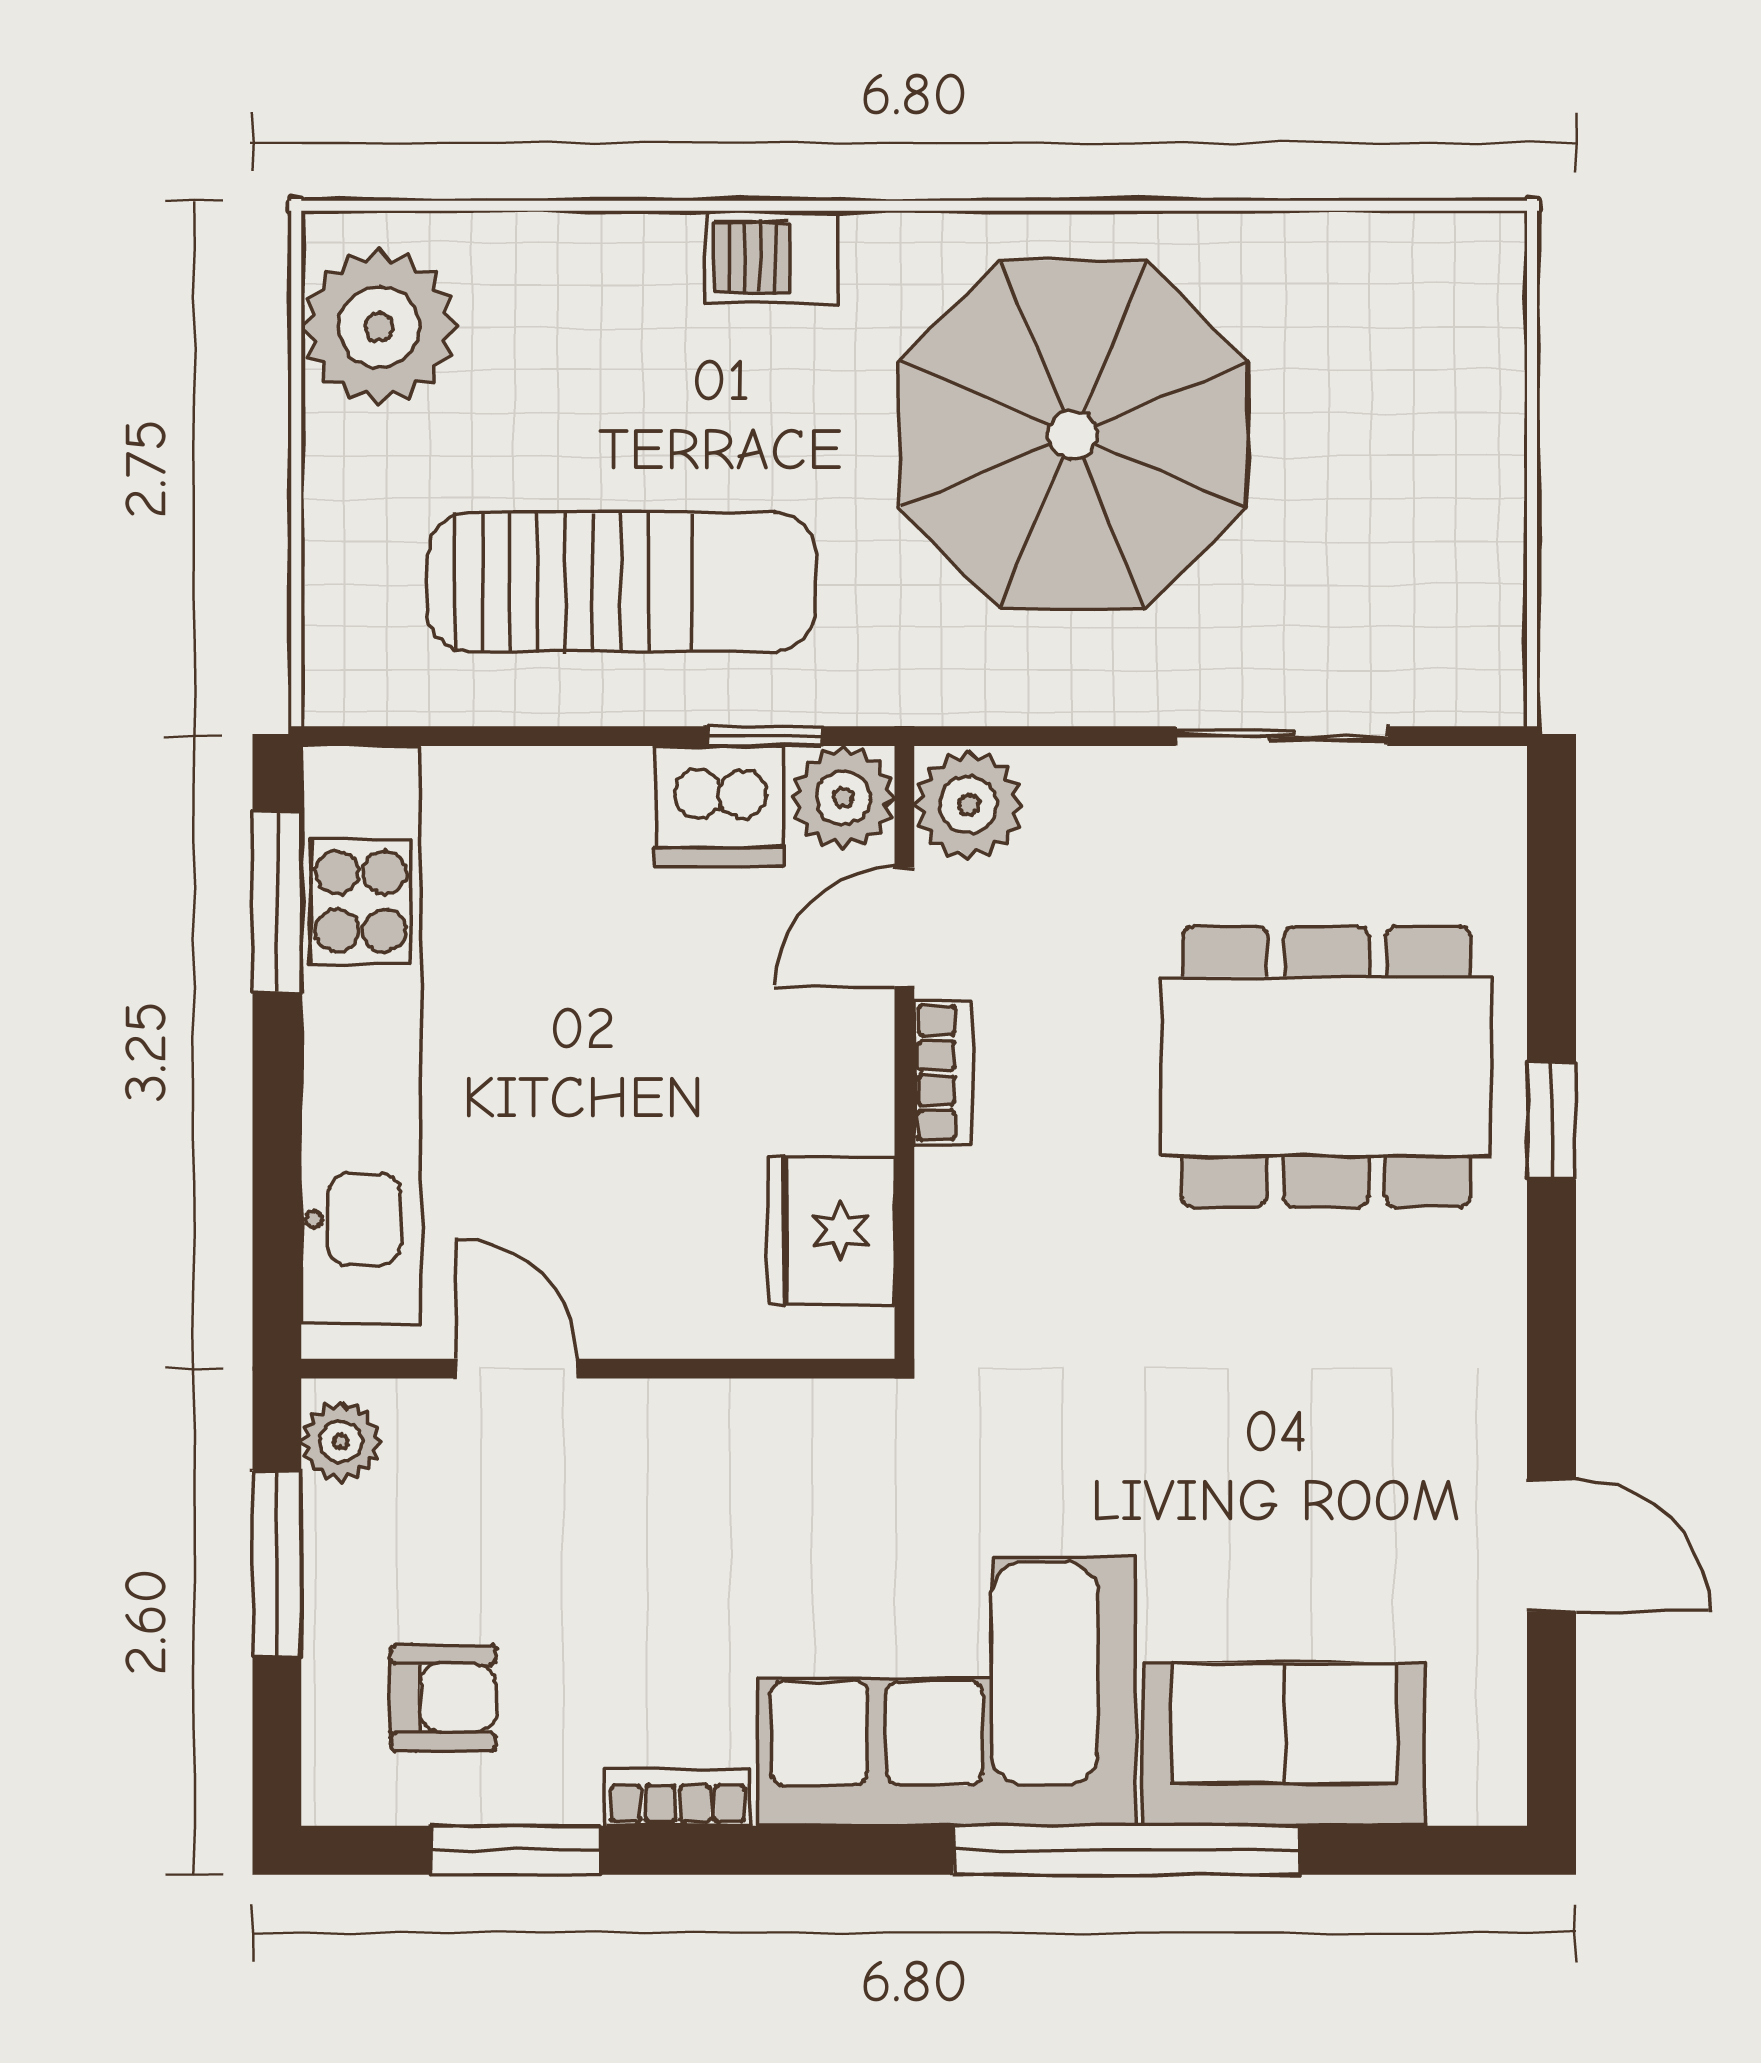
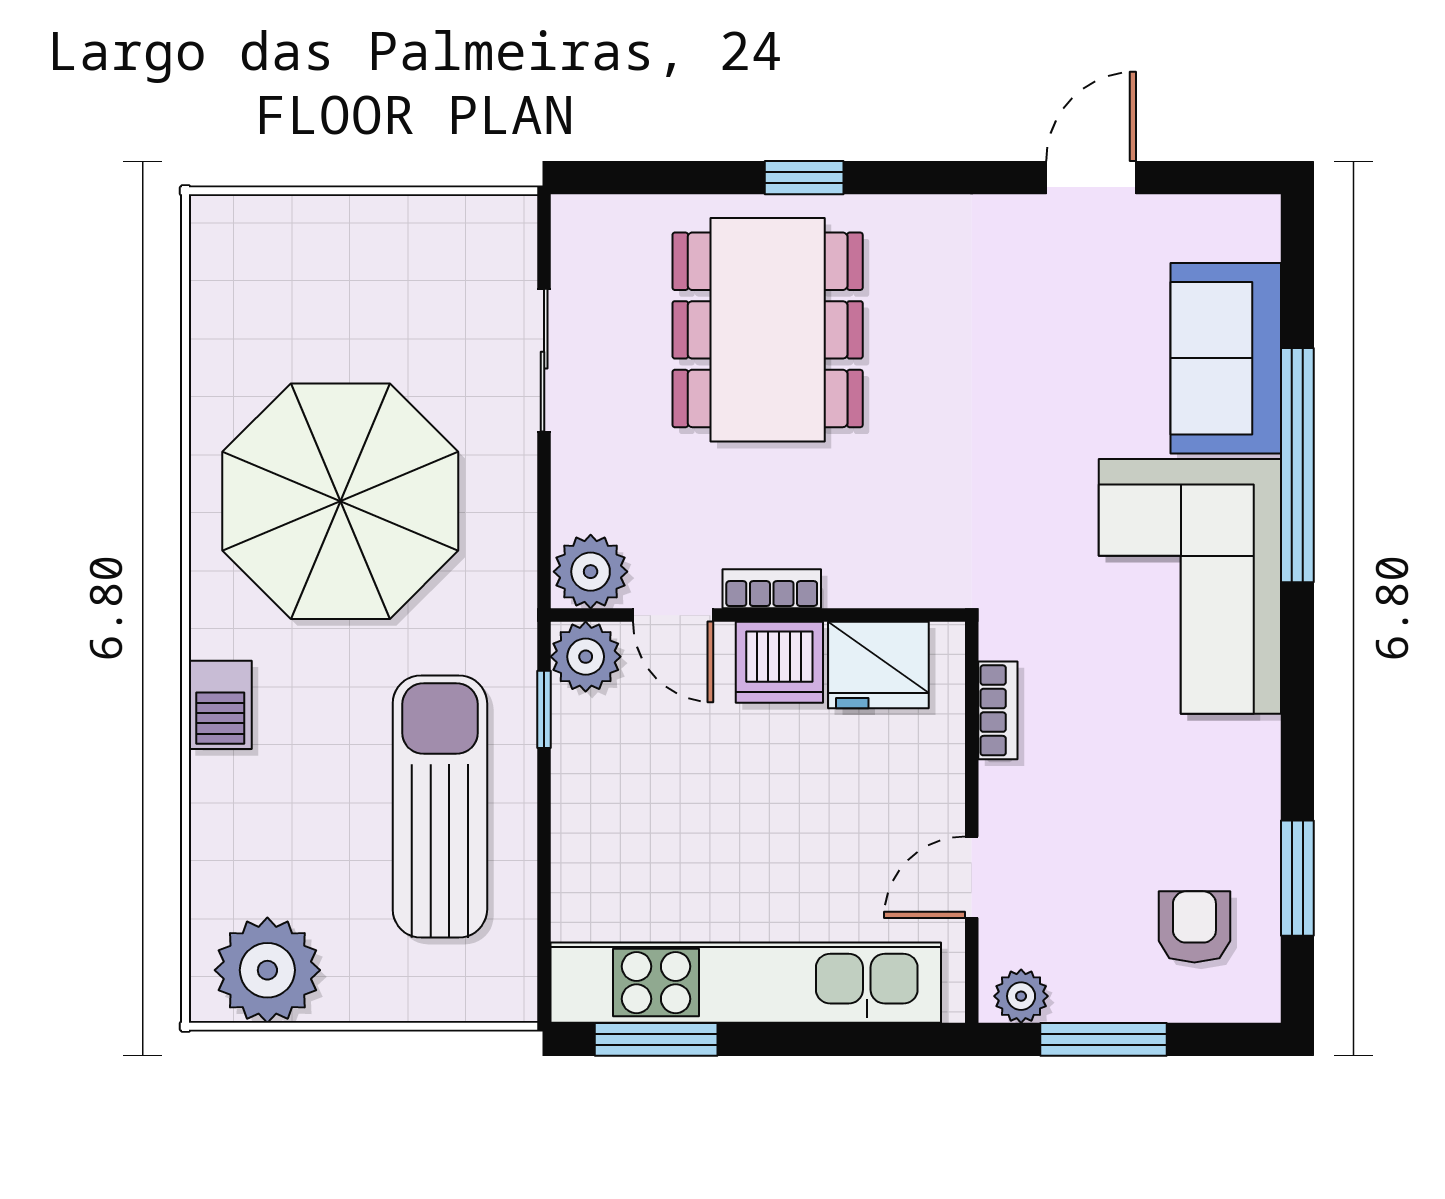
dishwasher: (719, 806) -> (779, 662), moved, turned 90
bookcase: (678, 1797) -> (998, 710), moved, turned 180

